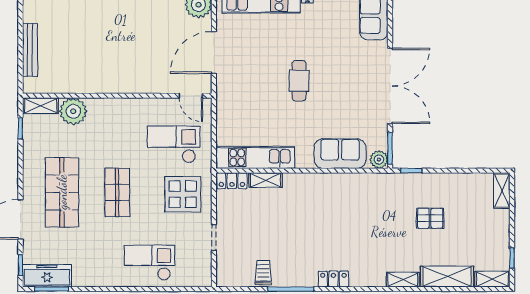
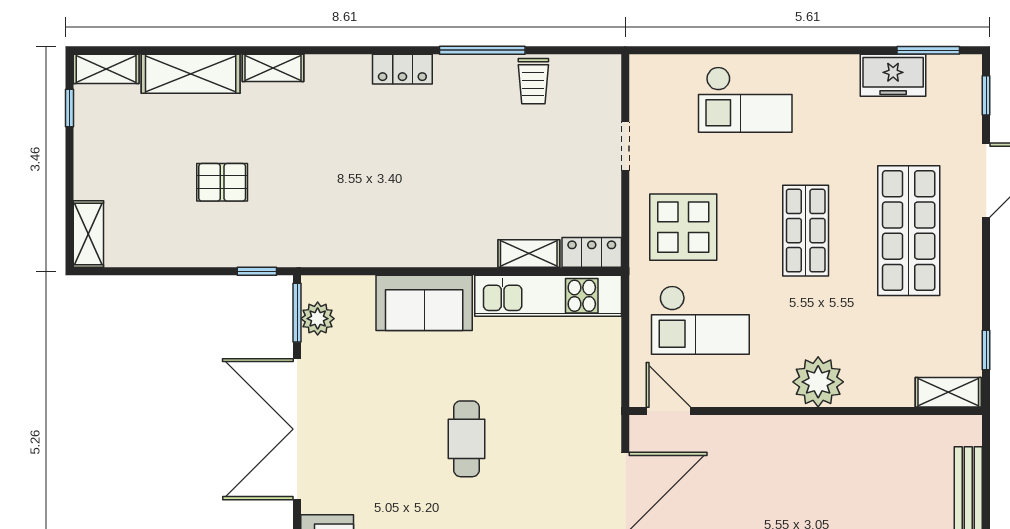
plant: (73, 111) -> (818, 382), moved
sofa: (340, 154) -> (424, 303), moved
plant: (379, 160) -> (318, 319), moved
freezer: (47, 276) -> (893, 75), moved, width x0.71

